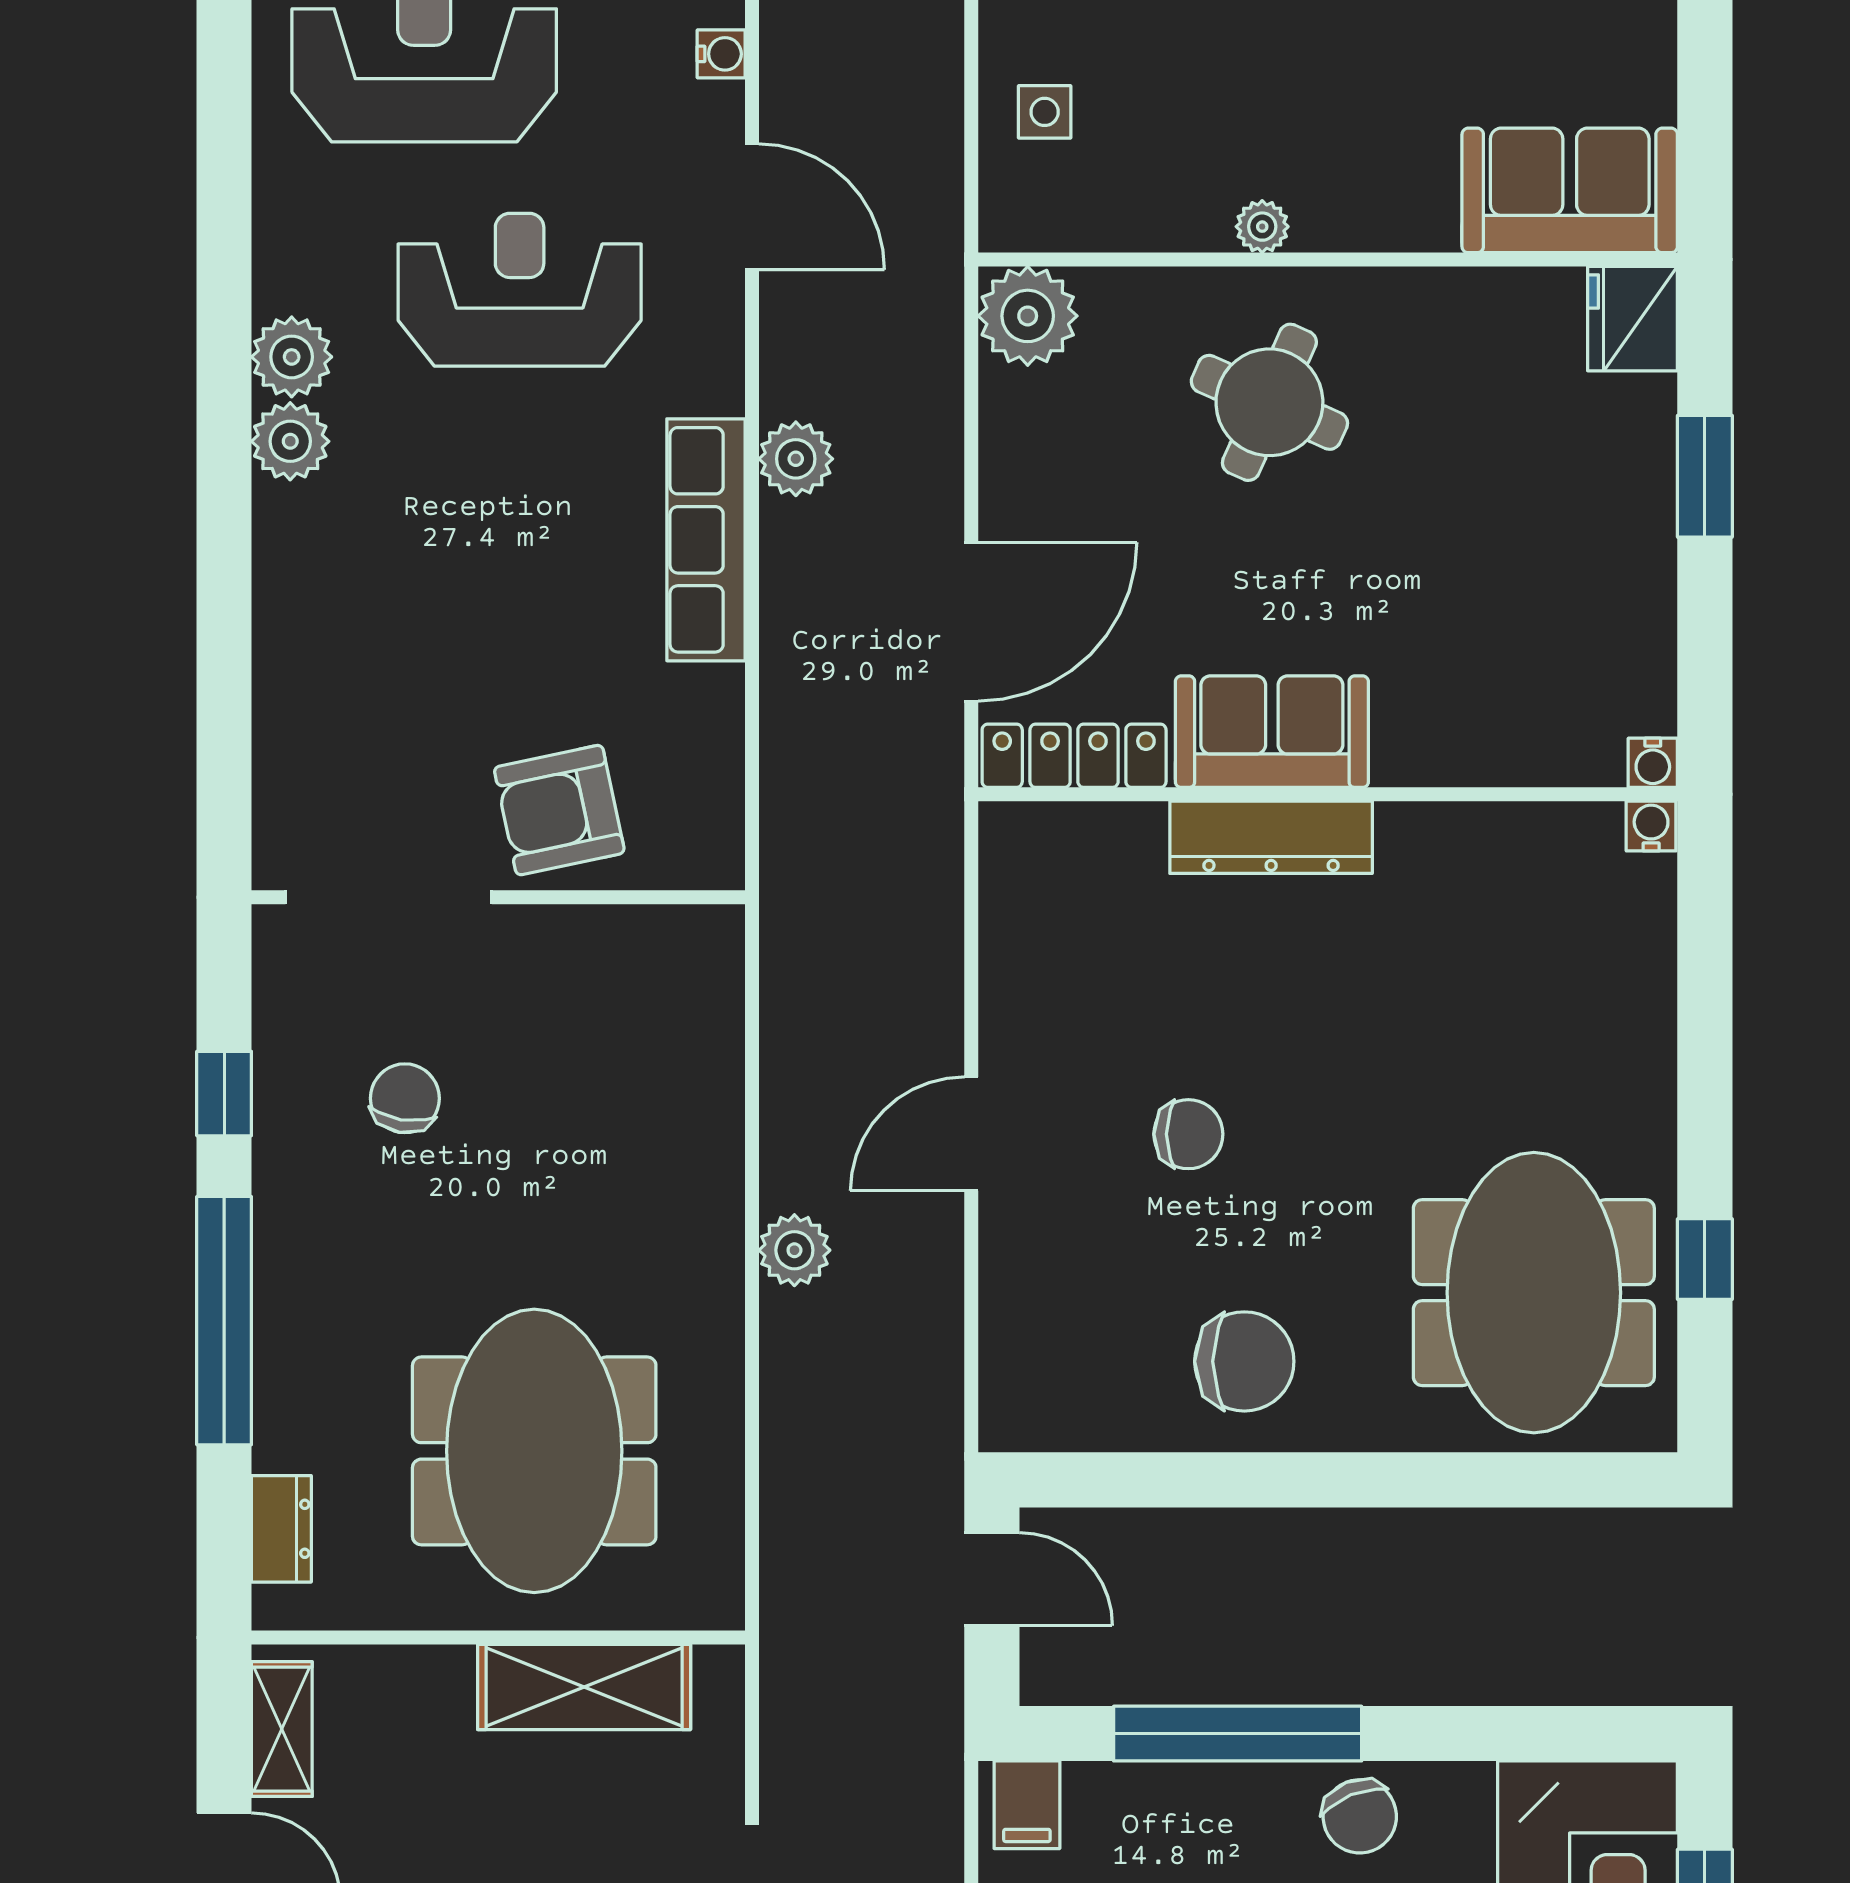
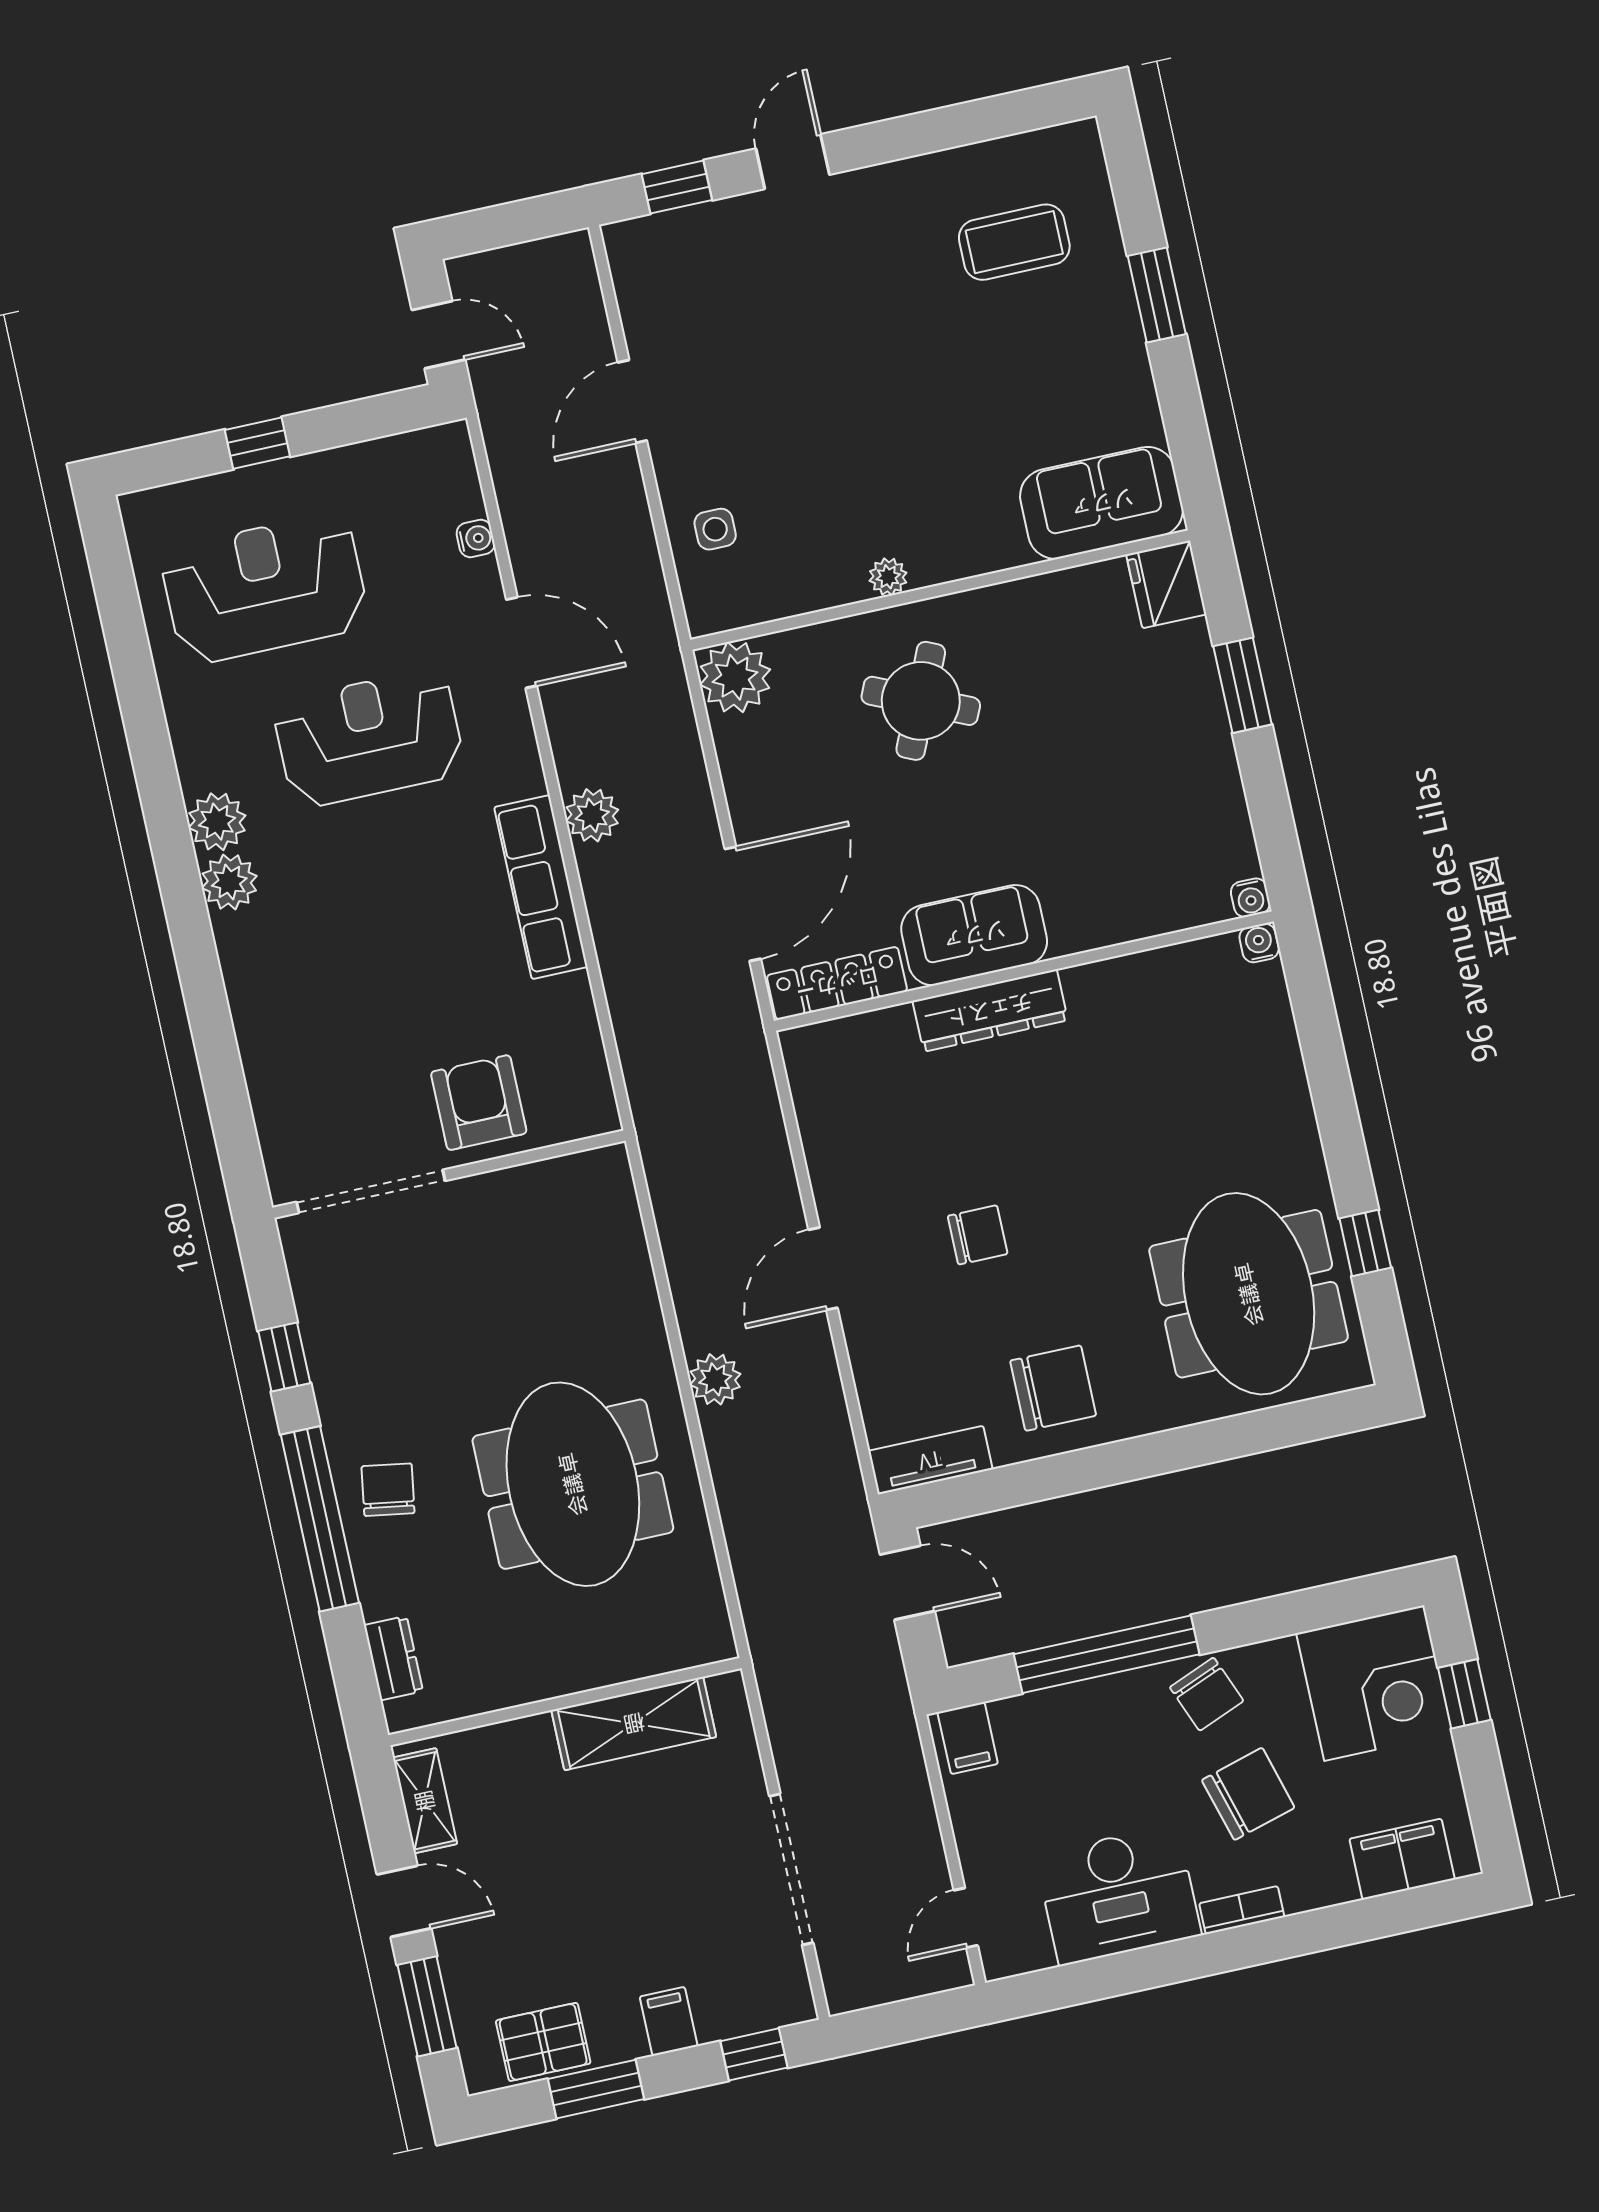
armchair: (559, 810) -> (479, 1103), turned 102
chair: (405, 1098) -> (388, 1490), moved
tv unit: (1059, 1422) -> (930, 1460), added
meeting table: (534, 1451) -> (573, 1484), moved

